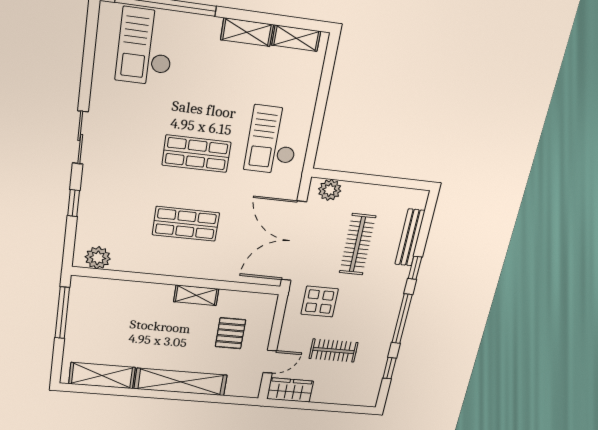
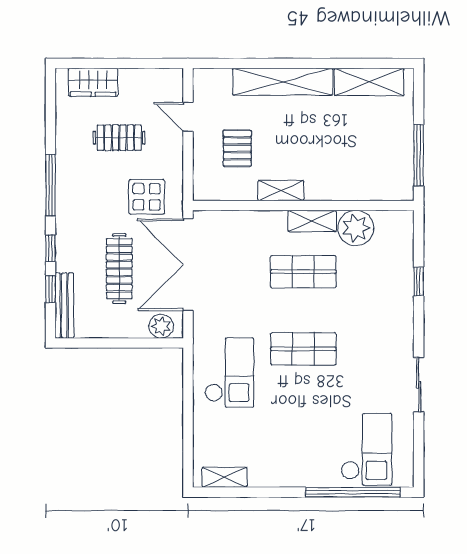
shelving: (247, 32) -> (312, 221), moved
sliding door: (80, 138) -> (419, 385), moved
bench: (410, 237) -> (64, 306), moved
double door: (294, 241) -> (188, 265), swing flipped
plant: (98, 258) -> (356, 228), moved, width x1.36, depth x1.36
door: (270, 362) -> (188, 117), hinge flipped
window: (390, 368) -> (50, 289), moved
wardrobe: (290, 390) -> (93, 82), moved

